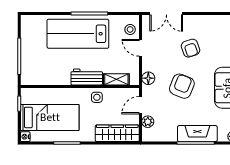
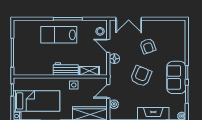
lab bench: (78, 34) -> (59, 35), width x0.73, depth x0.72
floor lamp: (148, 78) -> (114, 59), moved

